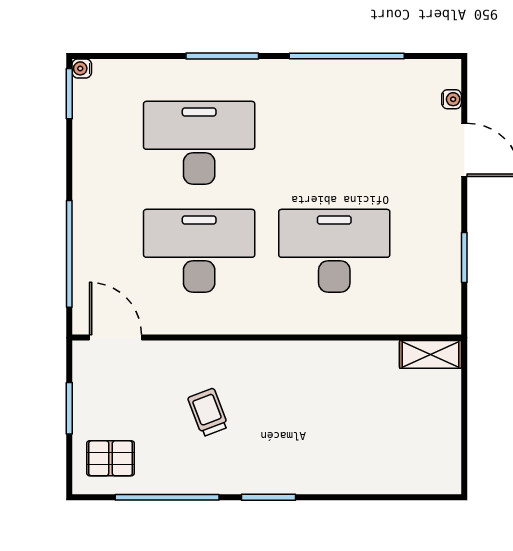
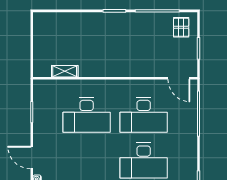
shelving: (430, 354) -> (65, 71), moved
trolley: (208, 412) -> (140, 47), removed
pallet: (111, 458) -> (181, 27), turned 90

